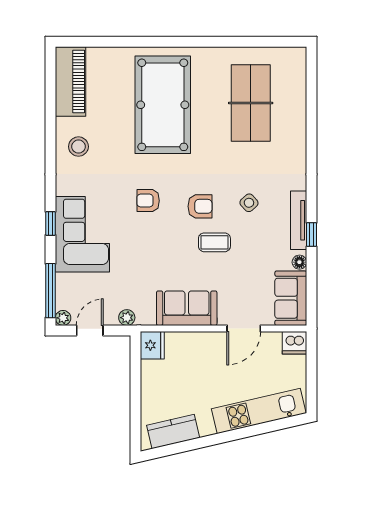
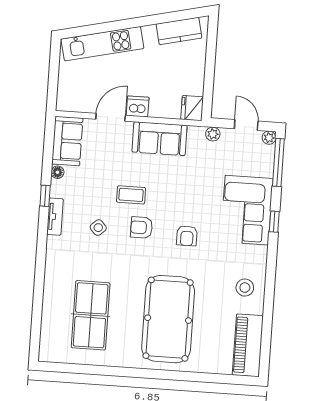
armchair: (148, 201) -> (187, 236), turned 90
tv unit: (299, 220) -> (55, 217), width x0.71
door: (90, 330) -> (246, 125), swing flipped
dishwasher: (294, 343) -> (138, 106), moved

